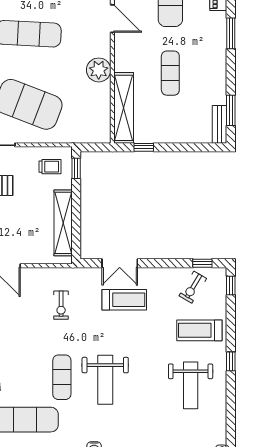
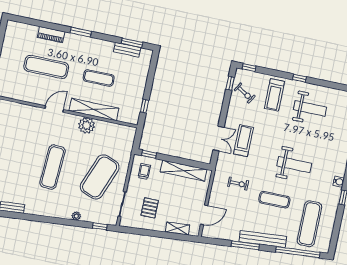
shelving: (124, 108) -> (94, 110), moved
bench: (220, 124) -> (127, 50), moved
exercise mat: (62, 377) -> (274, 200), moved

